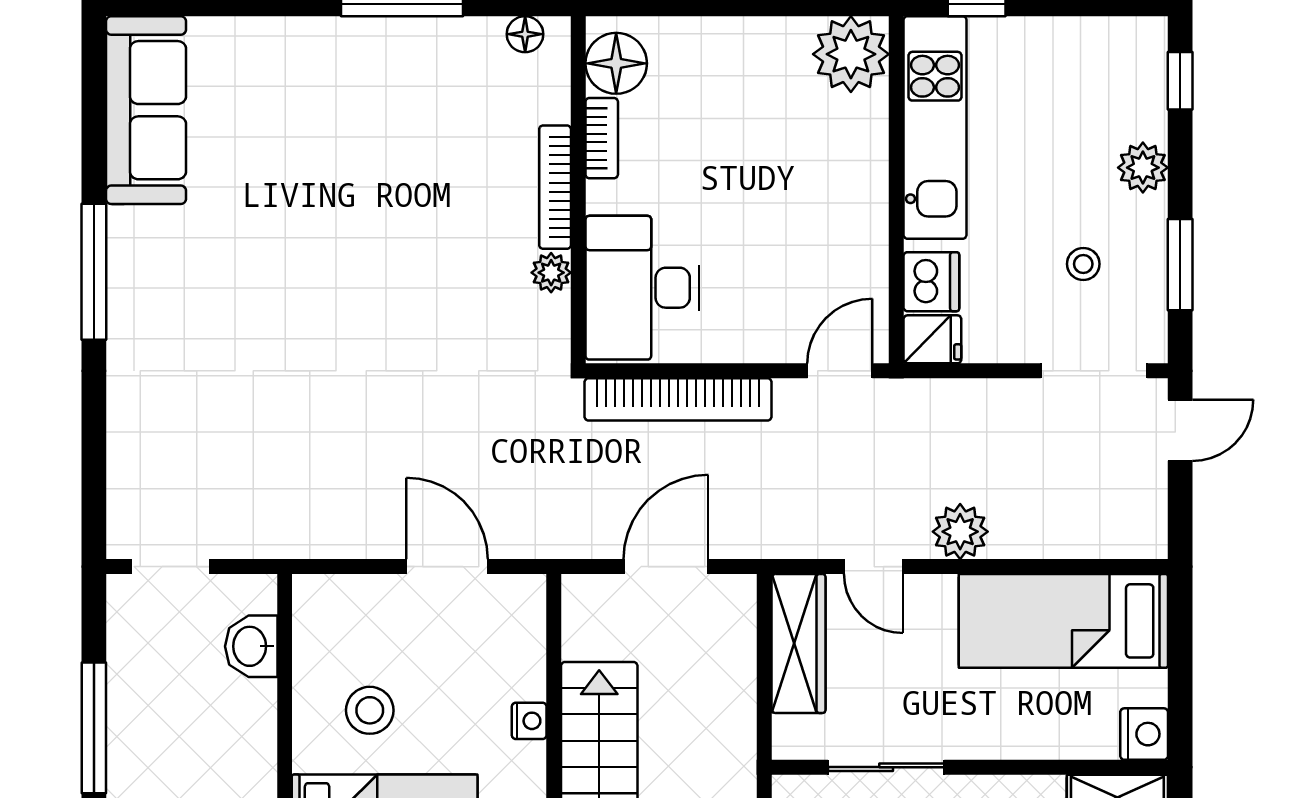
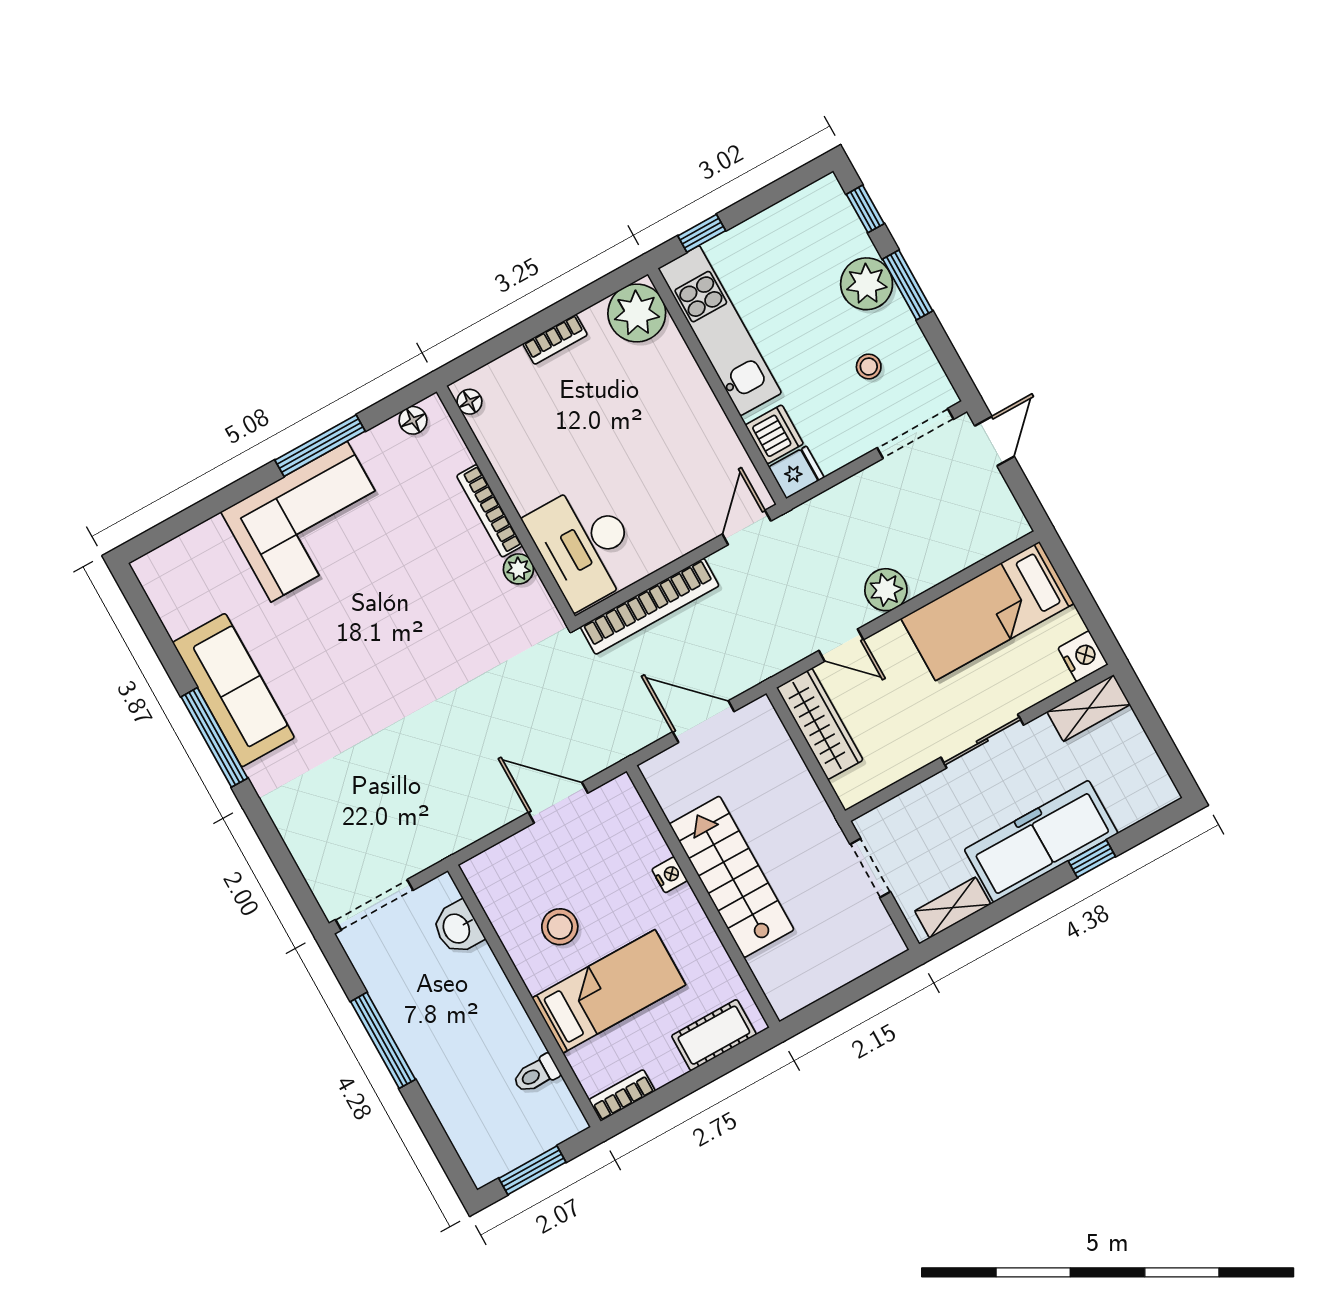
floor lamp: (616, 63) -> (469, 402), width x0.53, depth x0.53
corner sofa: (341, 84) -> (309, 522), added
sofa: (146, 110) -> (233, 690), moved
bookcase: (602, 138) -> (555, 339), moved, turned 90
plant: (1143, 168) -> (867, 284), width x1.36, depth x1.36
window: (1180, 265) -> (908, 285), moved
doorway: (170, 567) -> (374, 905), width x1.38
door: (666, 567) -> (703, 722), hinge flipped
sliding door: (886, 767) -> (982, 741), moved

